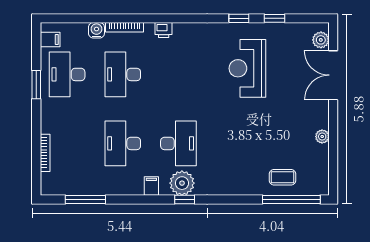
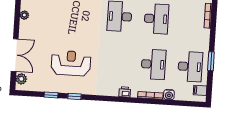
reception desk: (247, 68) -> (71, 63), turned -90

